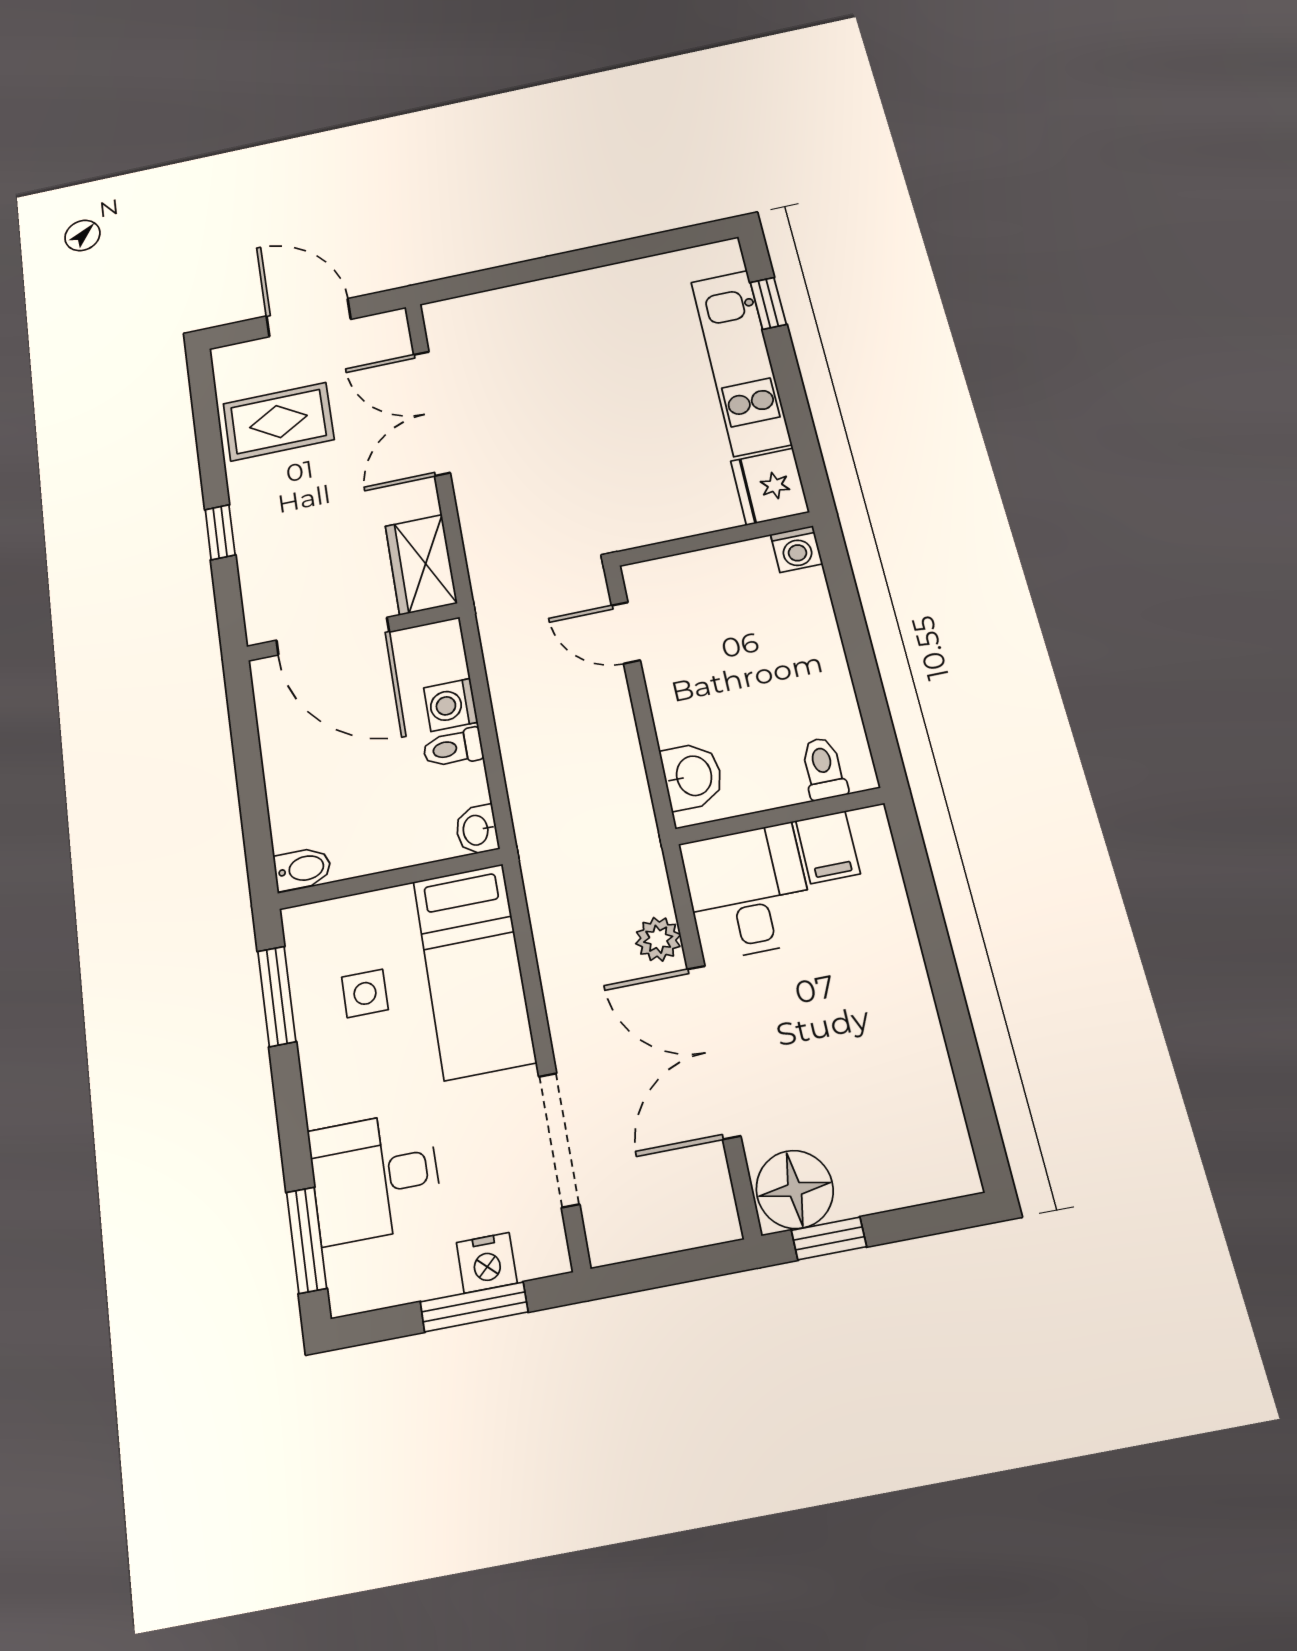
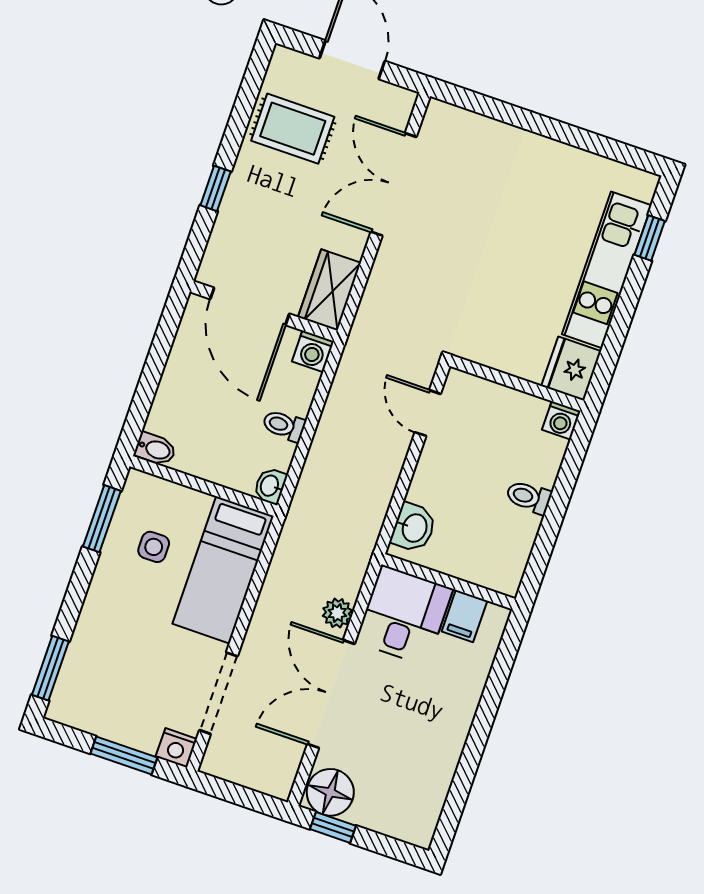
washing machine: (451, 705) -> (313, 351), moved, turned -90
toilet: (823, 769) -> (529, 497), moved, turned -90
desk: (375, 1177) -> (106, 655), removed
nightstand: (487, 1263) -> (176, 748), moved

